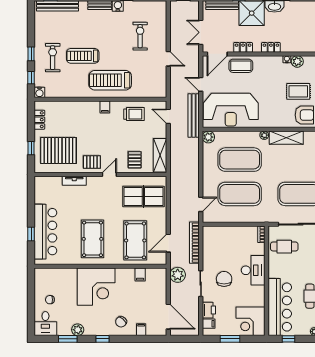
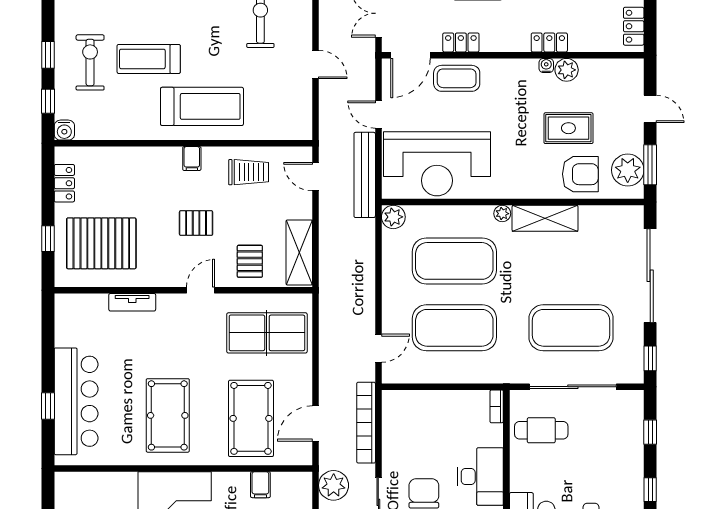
locker: (271, 47) -> (549, 42), moved
treadmill: (110, 80) -> (202, 106), turned 180
pallet: (92, 162) -> (196, 223), moved

